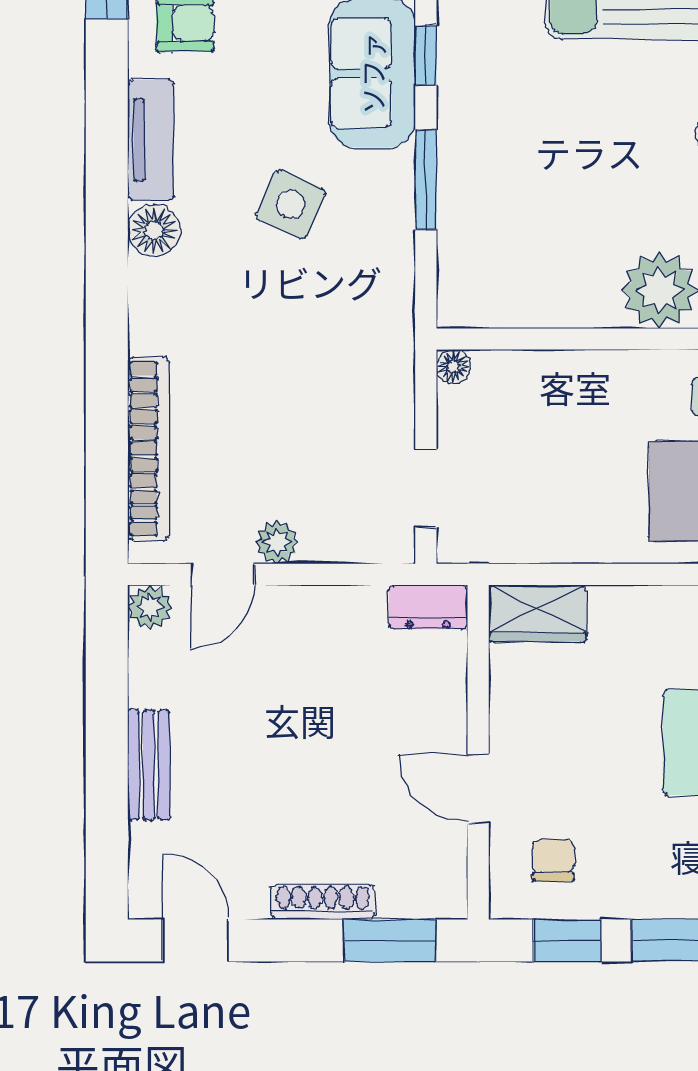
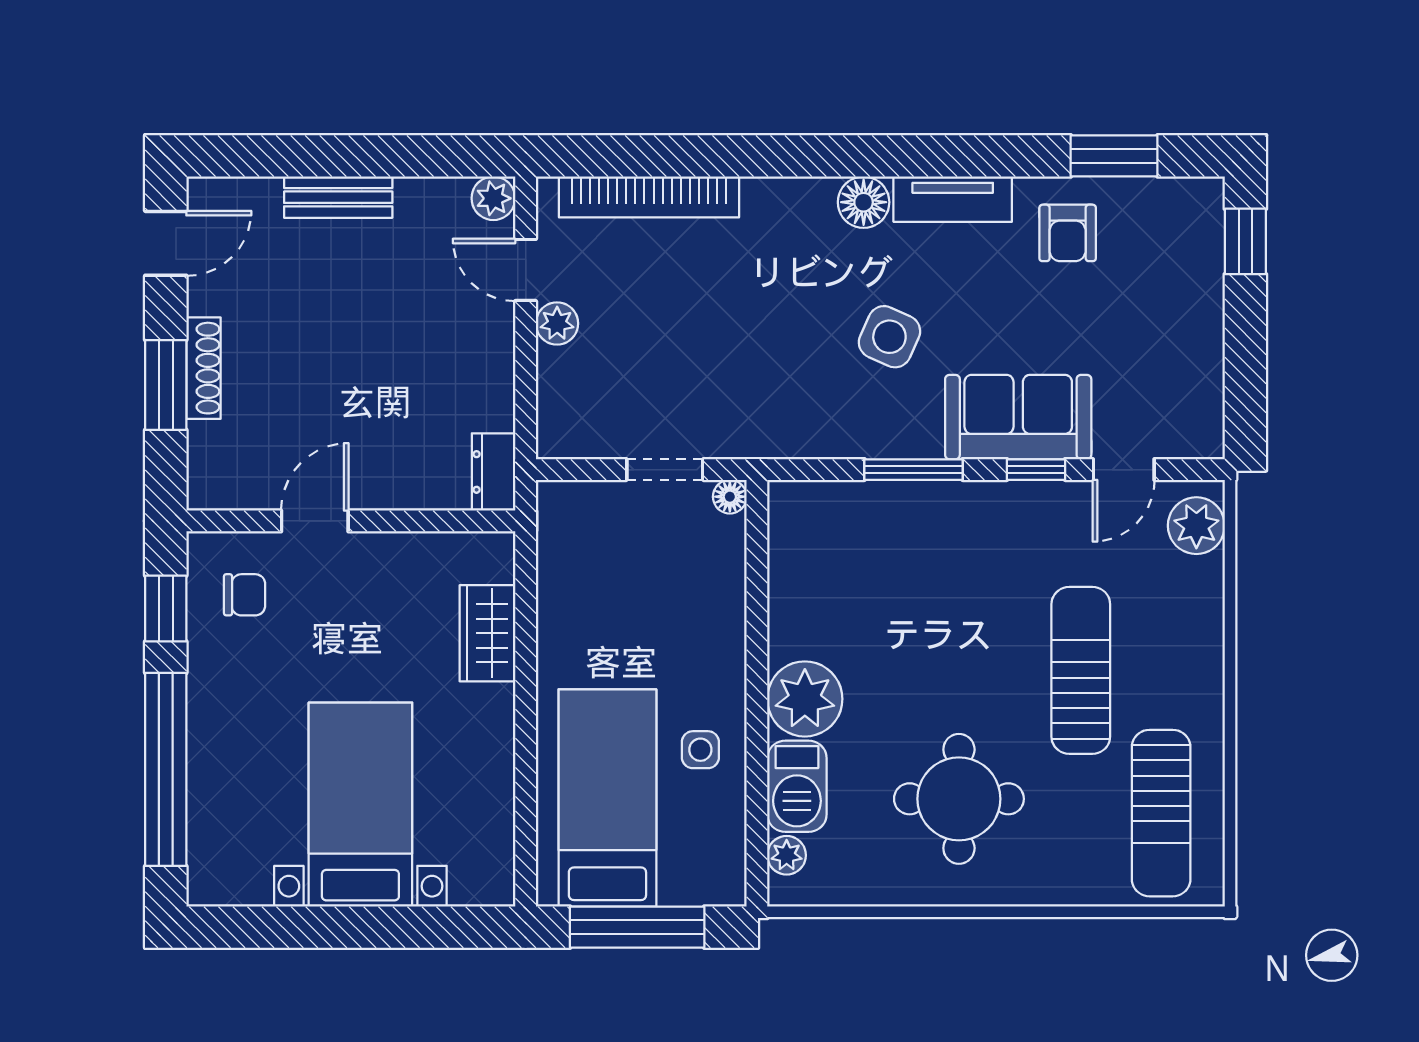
doorway: (426, 488) -> (665, 470), moved
wardrobe: (537, 613) -> (487, 633), moved
window: (390, 940) -> (166, 385), moved

